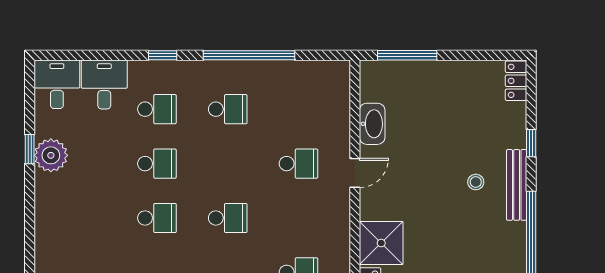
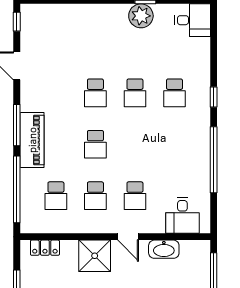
desk: (104, 84) -> (182, 216), moved, turned 90
school desk: (228, 109) -> (95, 196), moved
shower: (381, 243) -> (95, 256), moved

